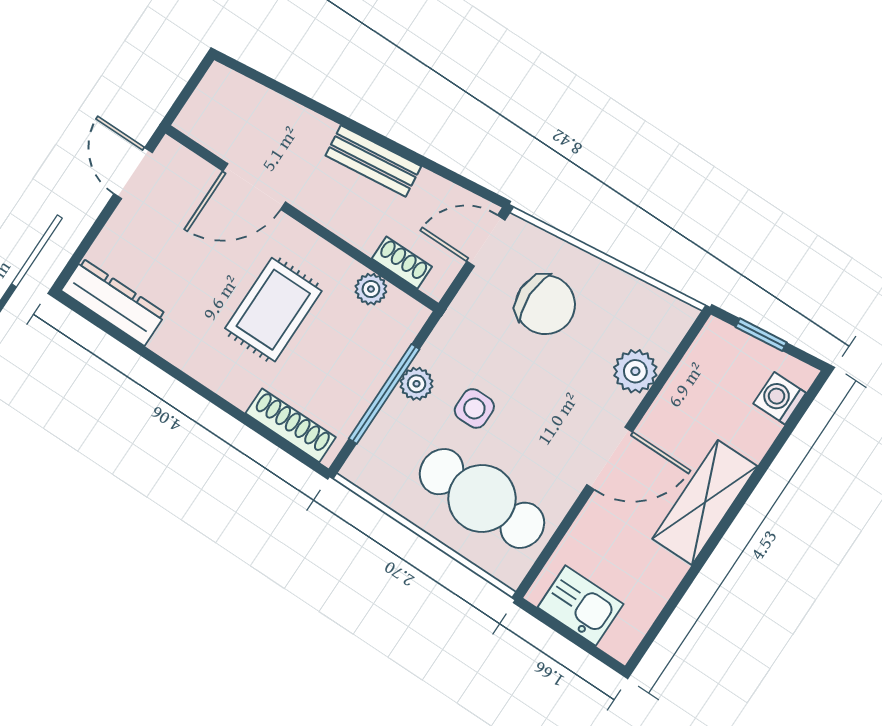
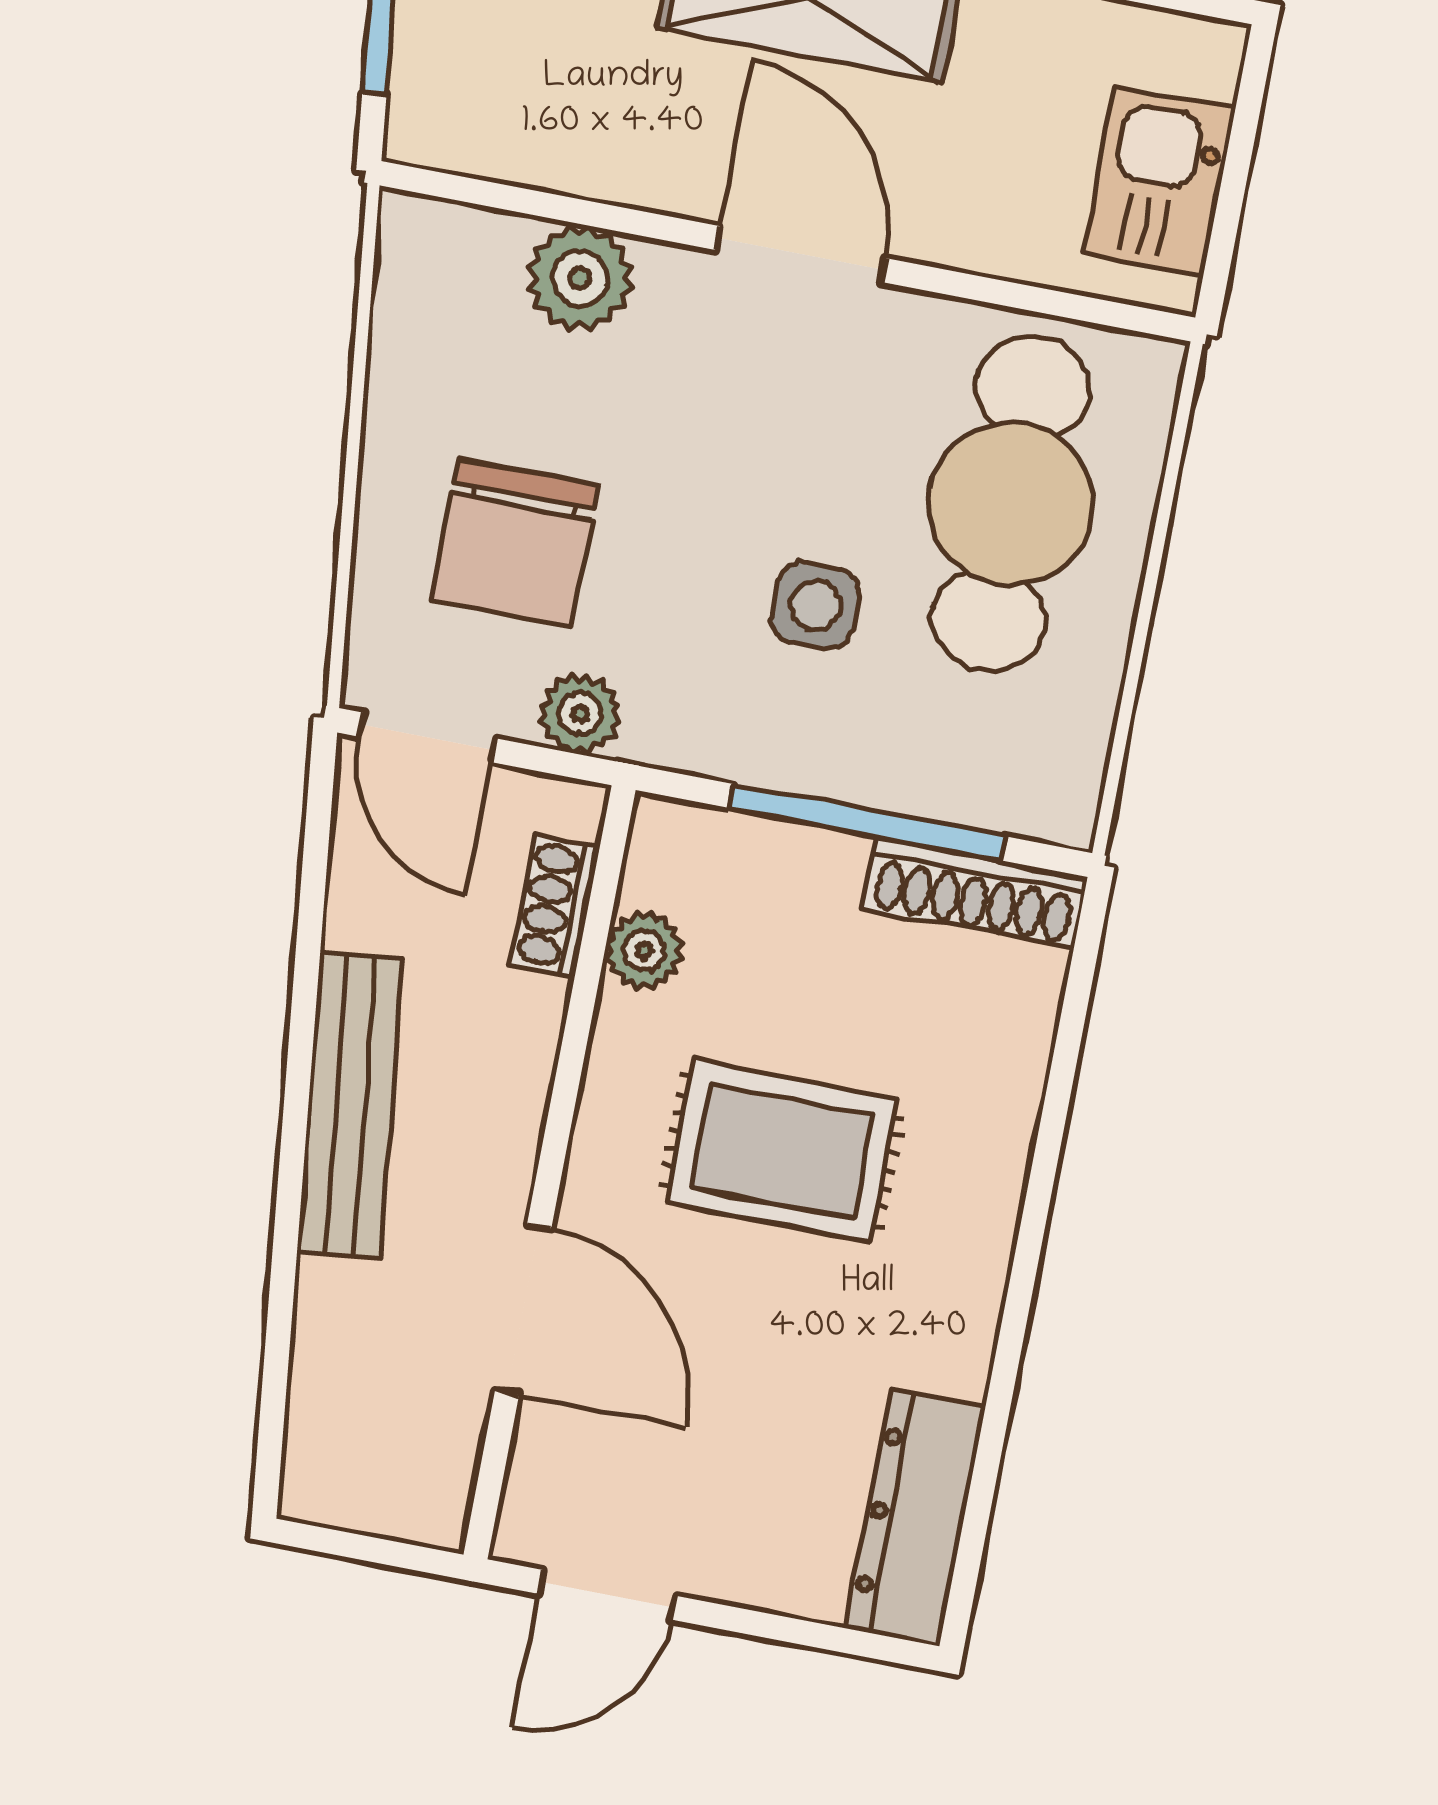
bench: (373, 161) -> (350, 1106), width x1.36
chair: (545, 305) -> (515, 543), turned 180
plant: (417, 384) -> (580, 714), moved
shoe rack: (291, 425) -> (975, 893), moved, turned -90

